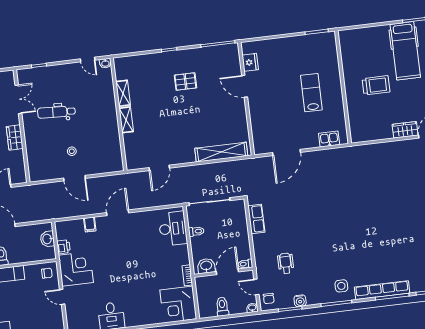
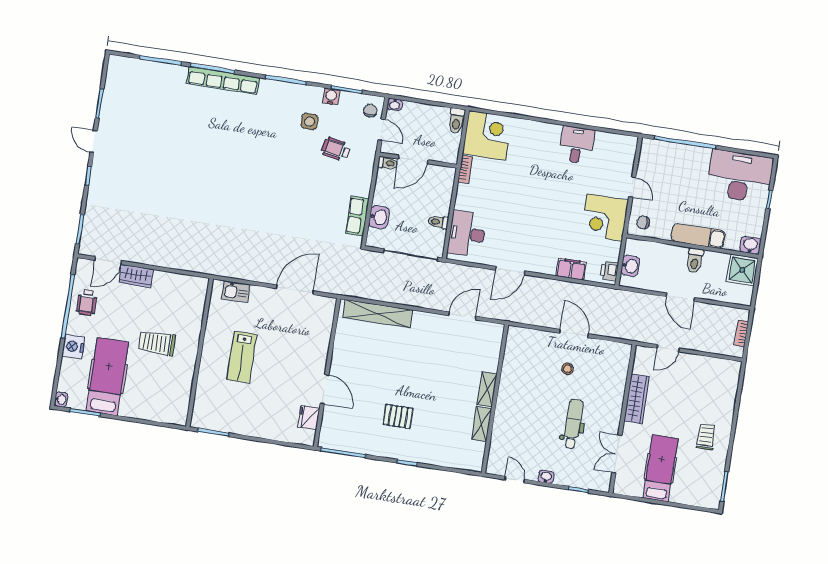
washbasin: (105, 63) -> (546, 477), moved
dental chair: (56, 112) -> (573, 424), turned -93
wardrobe: (15, 138) -> (637, 399), width x1.50
door: (118, 213) -> (510, 270), moved
filing cabinet: (90, 225) -> (571, 269), width x2.00
printer: (63, 247) -> (609, 271), moved
wheelchair: (286, 263) -> (336, 149), turned 101
washbasin: (206, 266) -> (379, 217), moved, turned -90
side table: (341, 286) -> (310, 121), moved
toilet: (222, 307) -> (456, 121), moved

